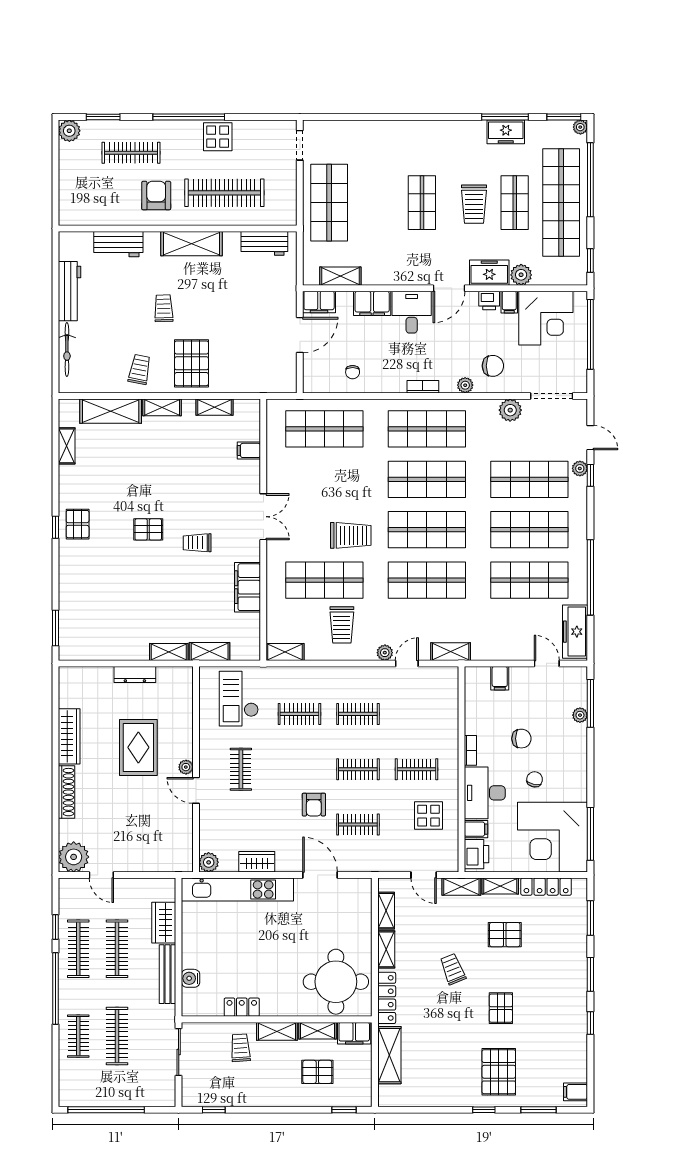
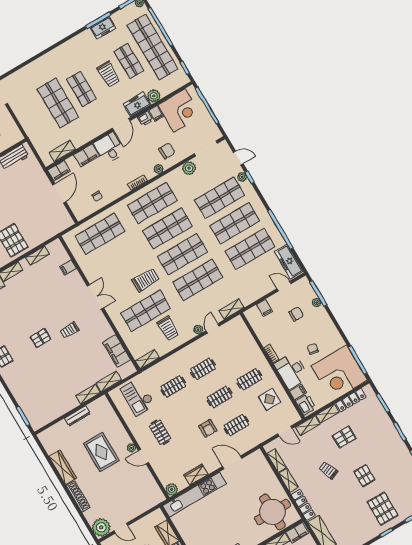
shop shelf: (329, 203) -> (58, 103), moved
filing cabinet: (247, 587) -> (117, 351), moved
chair: (521, 739) -> (296, 314), moved

